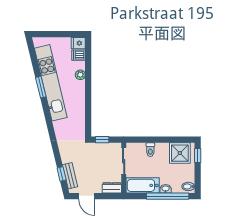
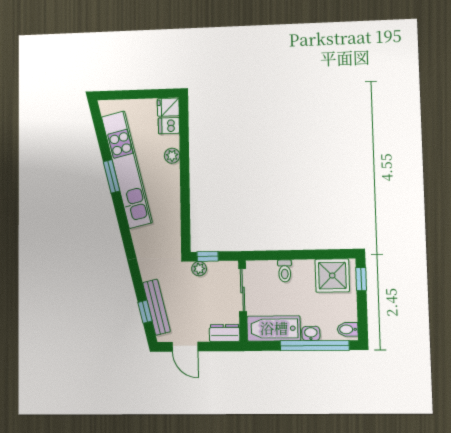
plant: (96, 147) -> (199, 269), added
bench: (70, 176) -> (157, 307), width x1.36

